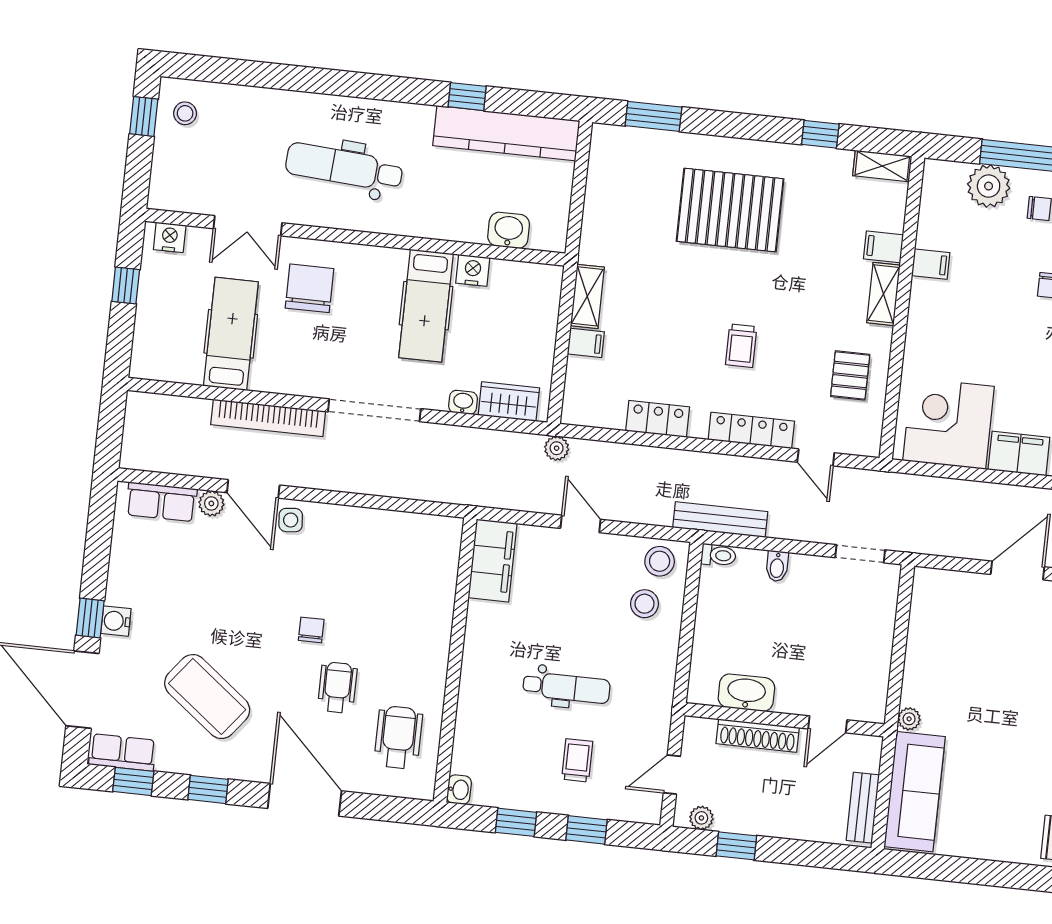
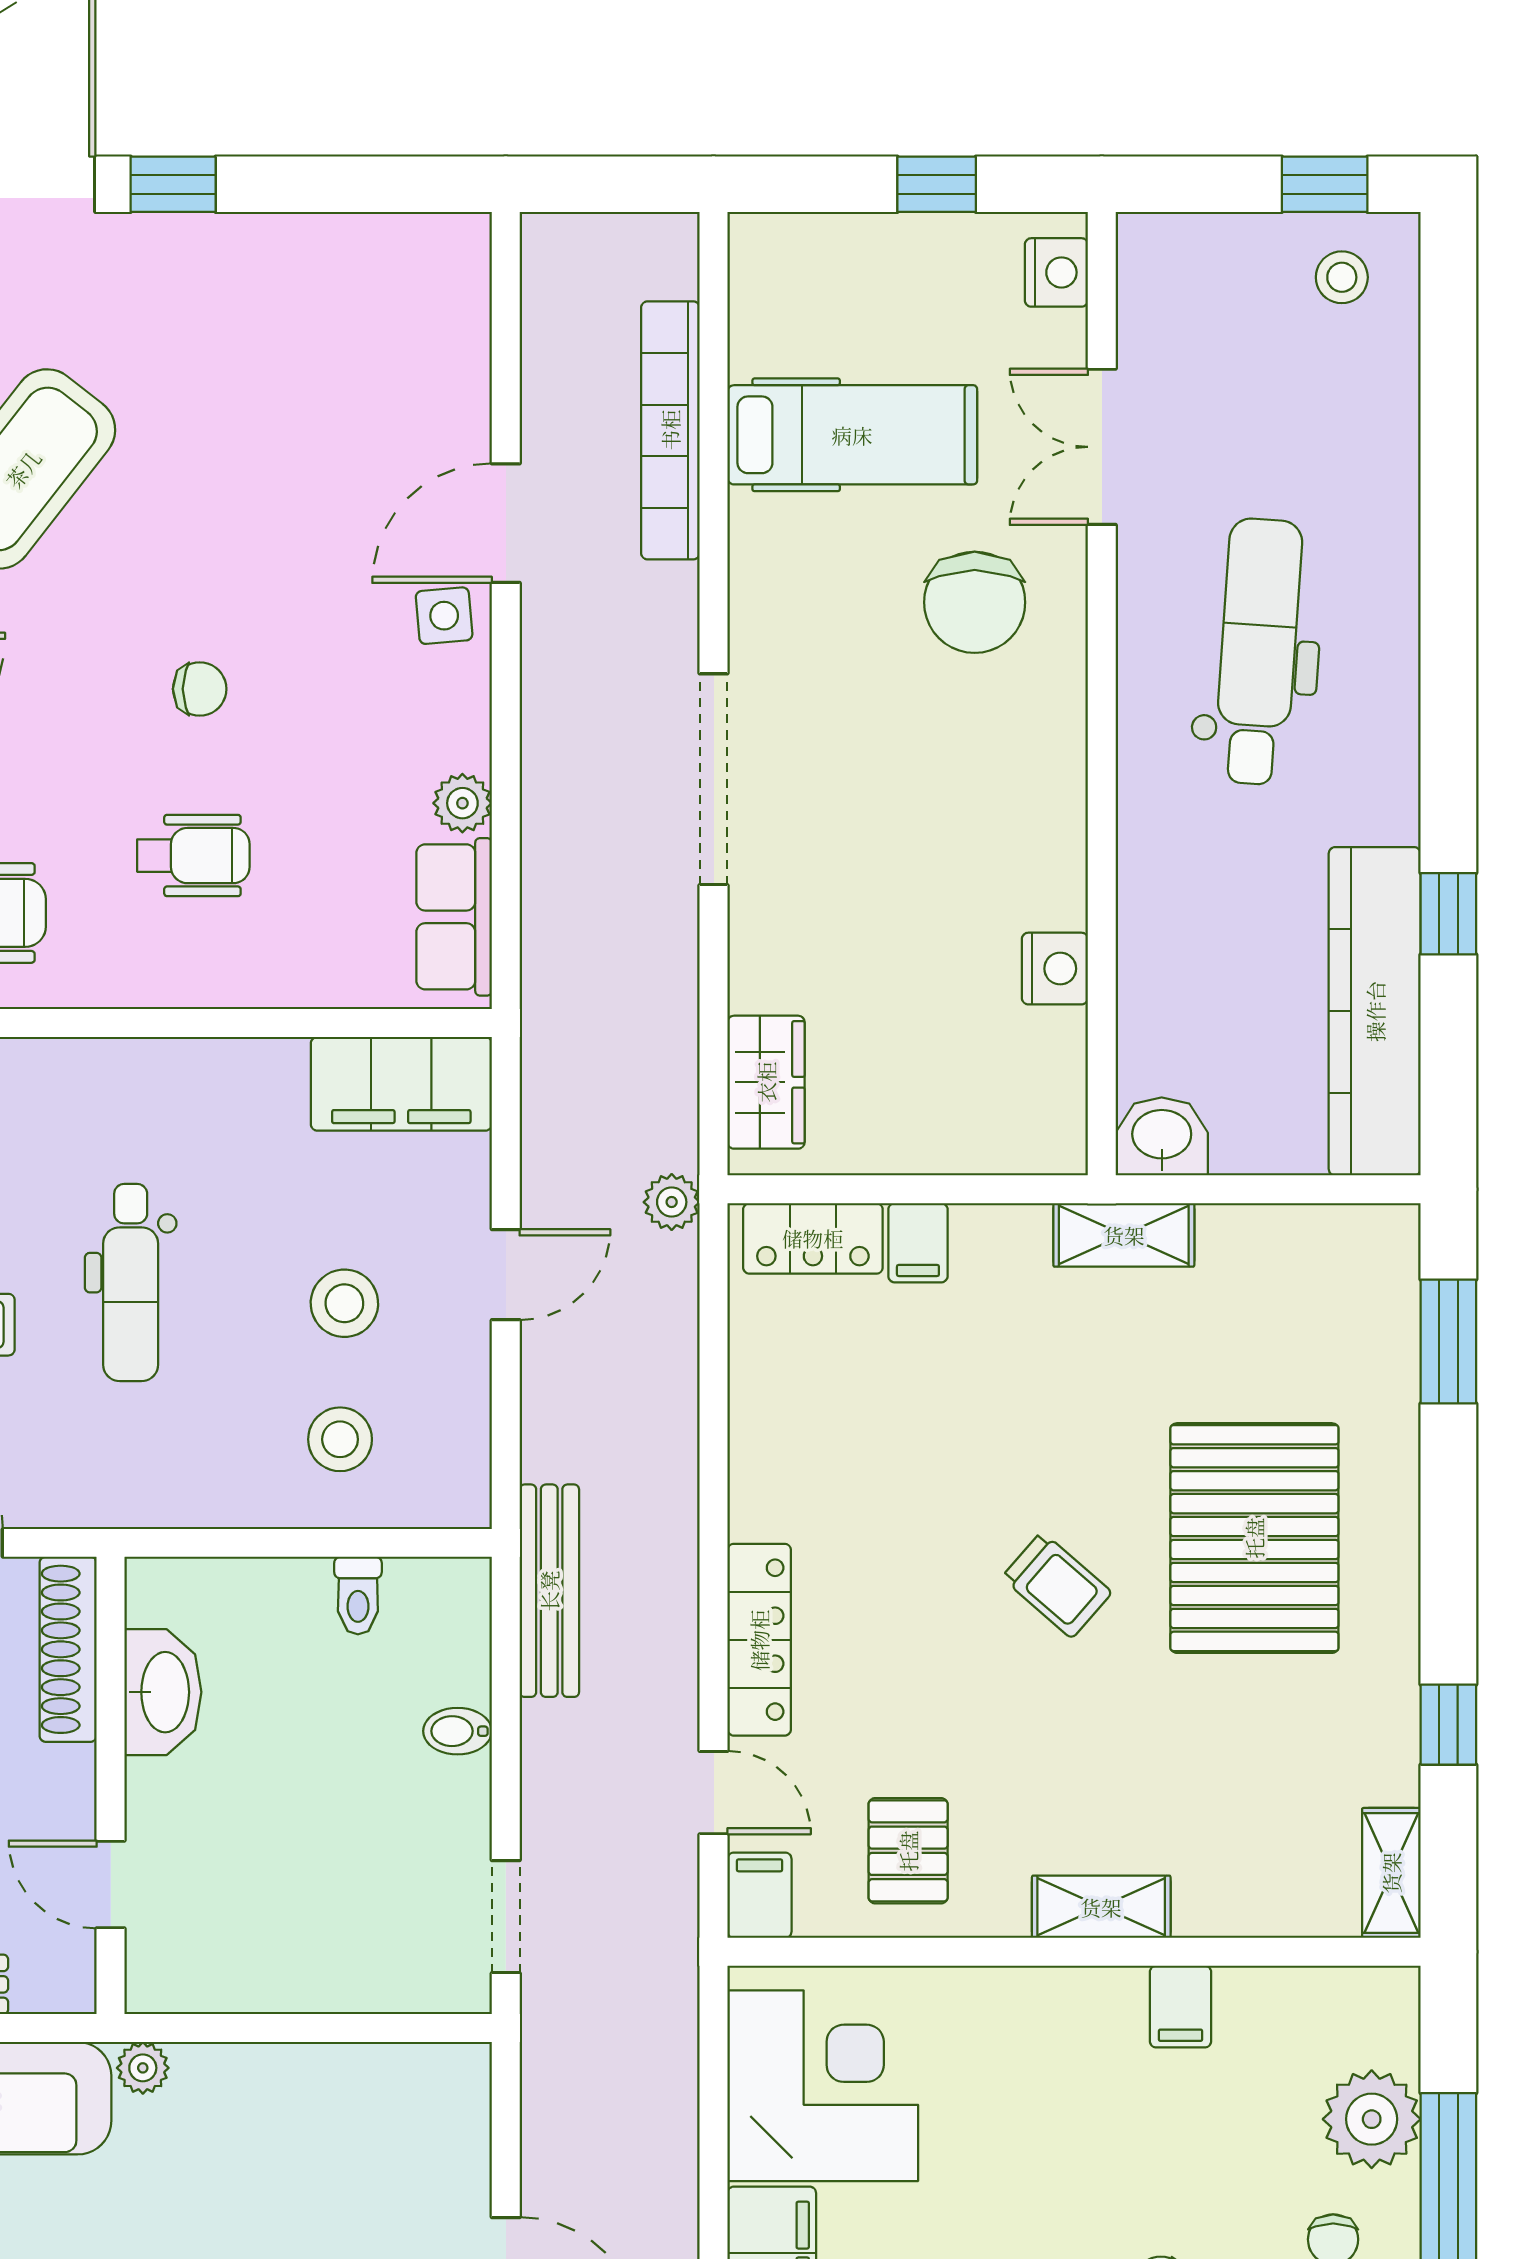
washbasin: (509, 230) -> (1162, 1136), moved, turned -90
filing cabinet: (883, 247) -> (760, 1895), moved
chair: (310, 288) -> (975, 602), turned 90
shelving: (587, 296) -> (1124, 1235), moved
hospital bed: (426, 306) -> (964, 871), removed
trolley: (741, 346) -> (1057, 1585), moved, turned -139
pallet: (850, 375) -> (908, 1851), turned 90
washbasin: (463, 402) -> (753, 978), removed
bookcase: (268, 418) -> (670, 430), moved
locker: (658, 419) -> (813, 1238), moved, turned 90
door: (816, 457) -> (714, 1793), swing flipped
row of seats: (161, 502) -> (454, 917), moved
plant: (211, 503) -> (462, 803), moved
toilet: (718, 555) -> (358, 1596), moved
stool: (660, 561) -> (344, 1303), moved
water cooler: (116, 621) -> (172, 244), removed
wheelchair: (337, 688) -> (193, 856), moved
shoe rack: (758, 736) -> (68, 1649), moved

